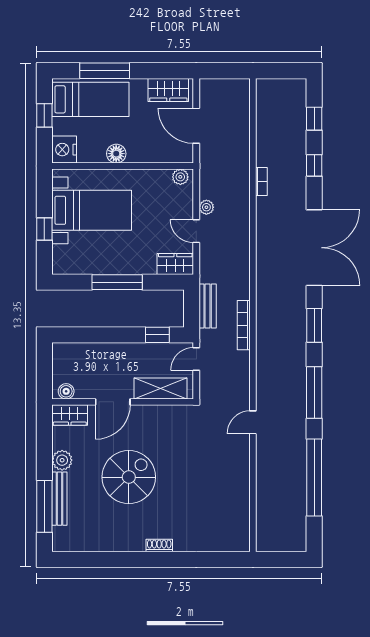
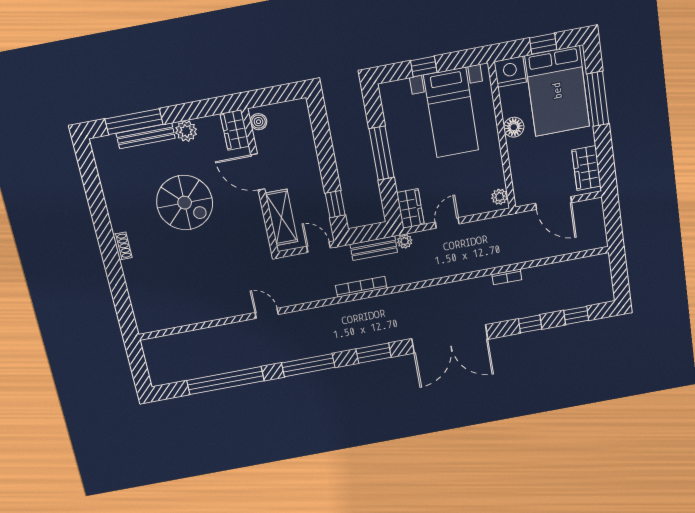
bed: (90, 99) -> (557, 91), width x1.50
door: (196, 126) -> (554, 203), swing flipped
plant: (206, 207) -> (405, 241), moved

